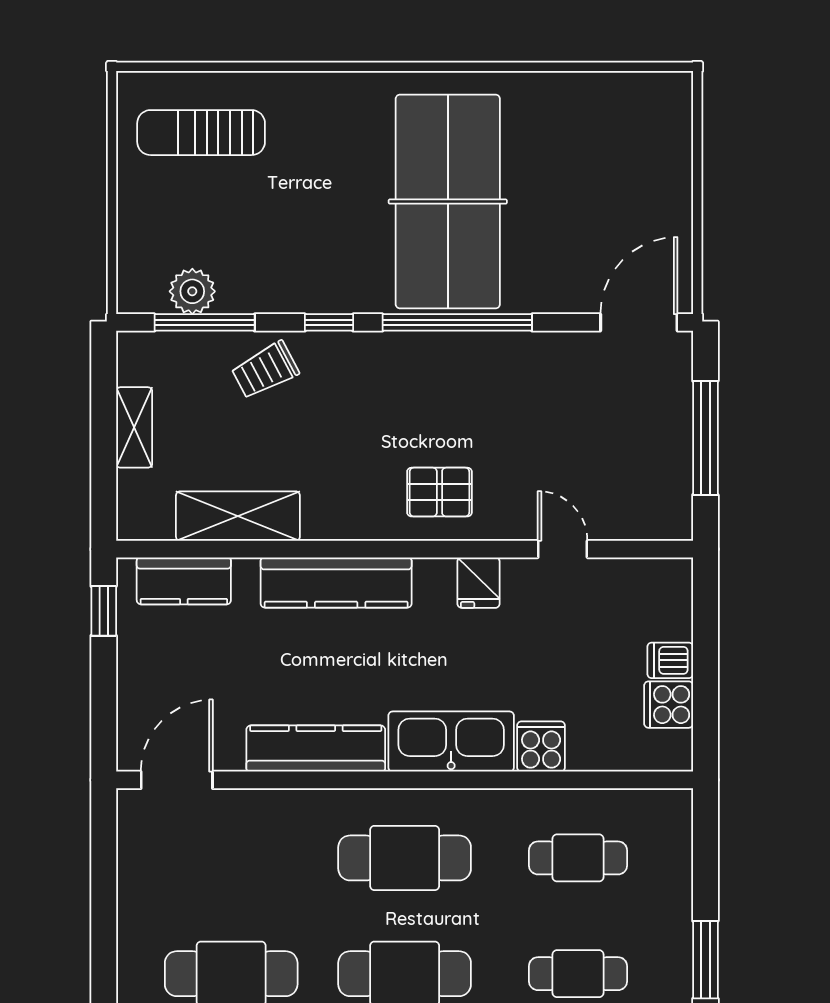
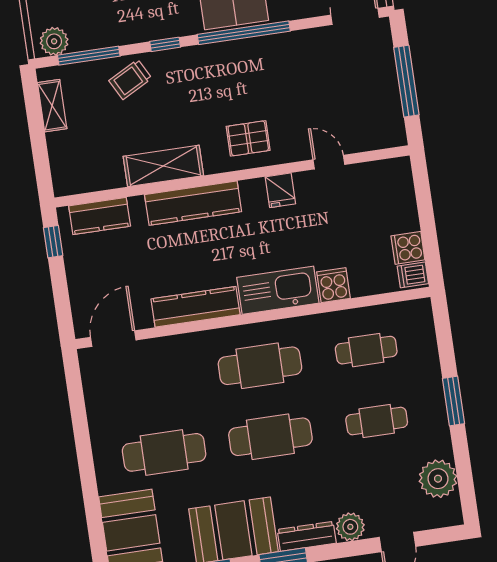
plant: (192, 291) -> (54, 41), moved
shelving: (134, 427) -> (52, 106), moved
shelving: (238, 516) -> (163, 166), moved
dishwasher: (670, 660) -> (413, 275), moved

